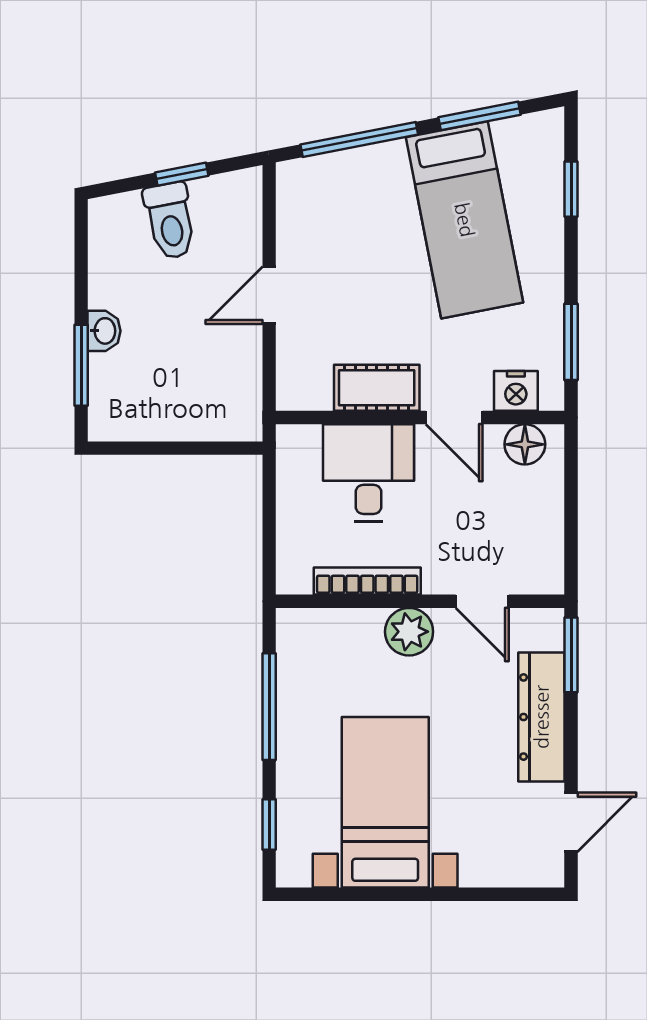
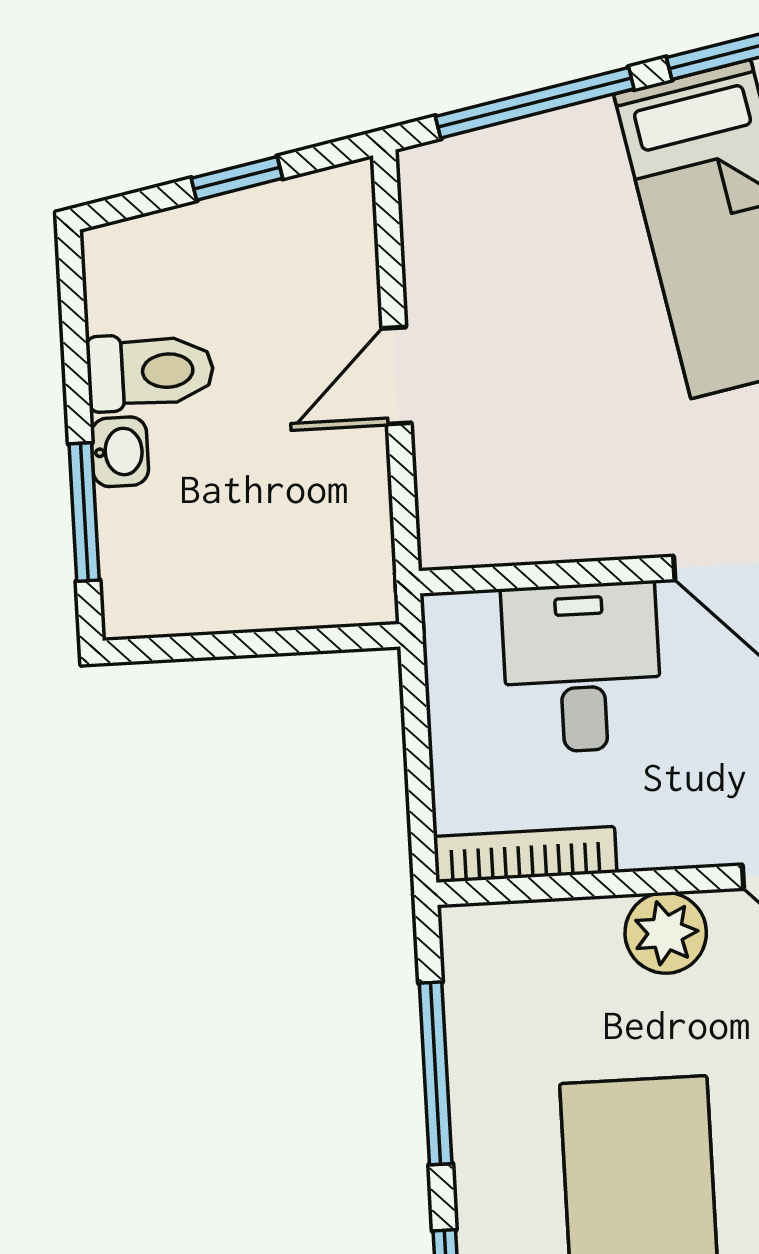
toilet: (170, 221) -> (150, 372), moved, turned -79
cot: (377, 388) -> (588, 522), removed
bookcase: (367, 581) -> (525, 854), moved

